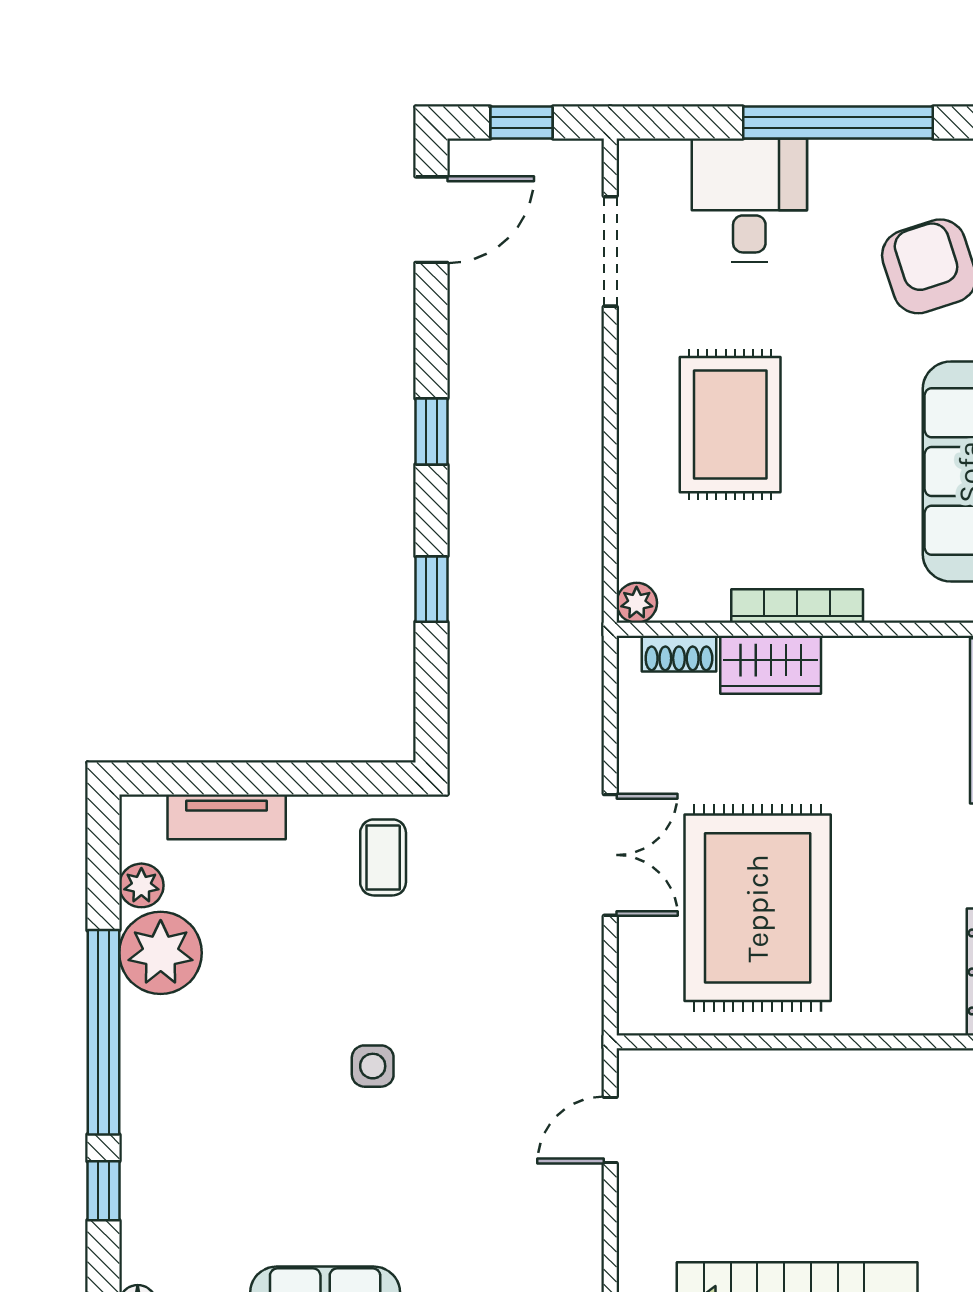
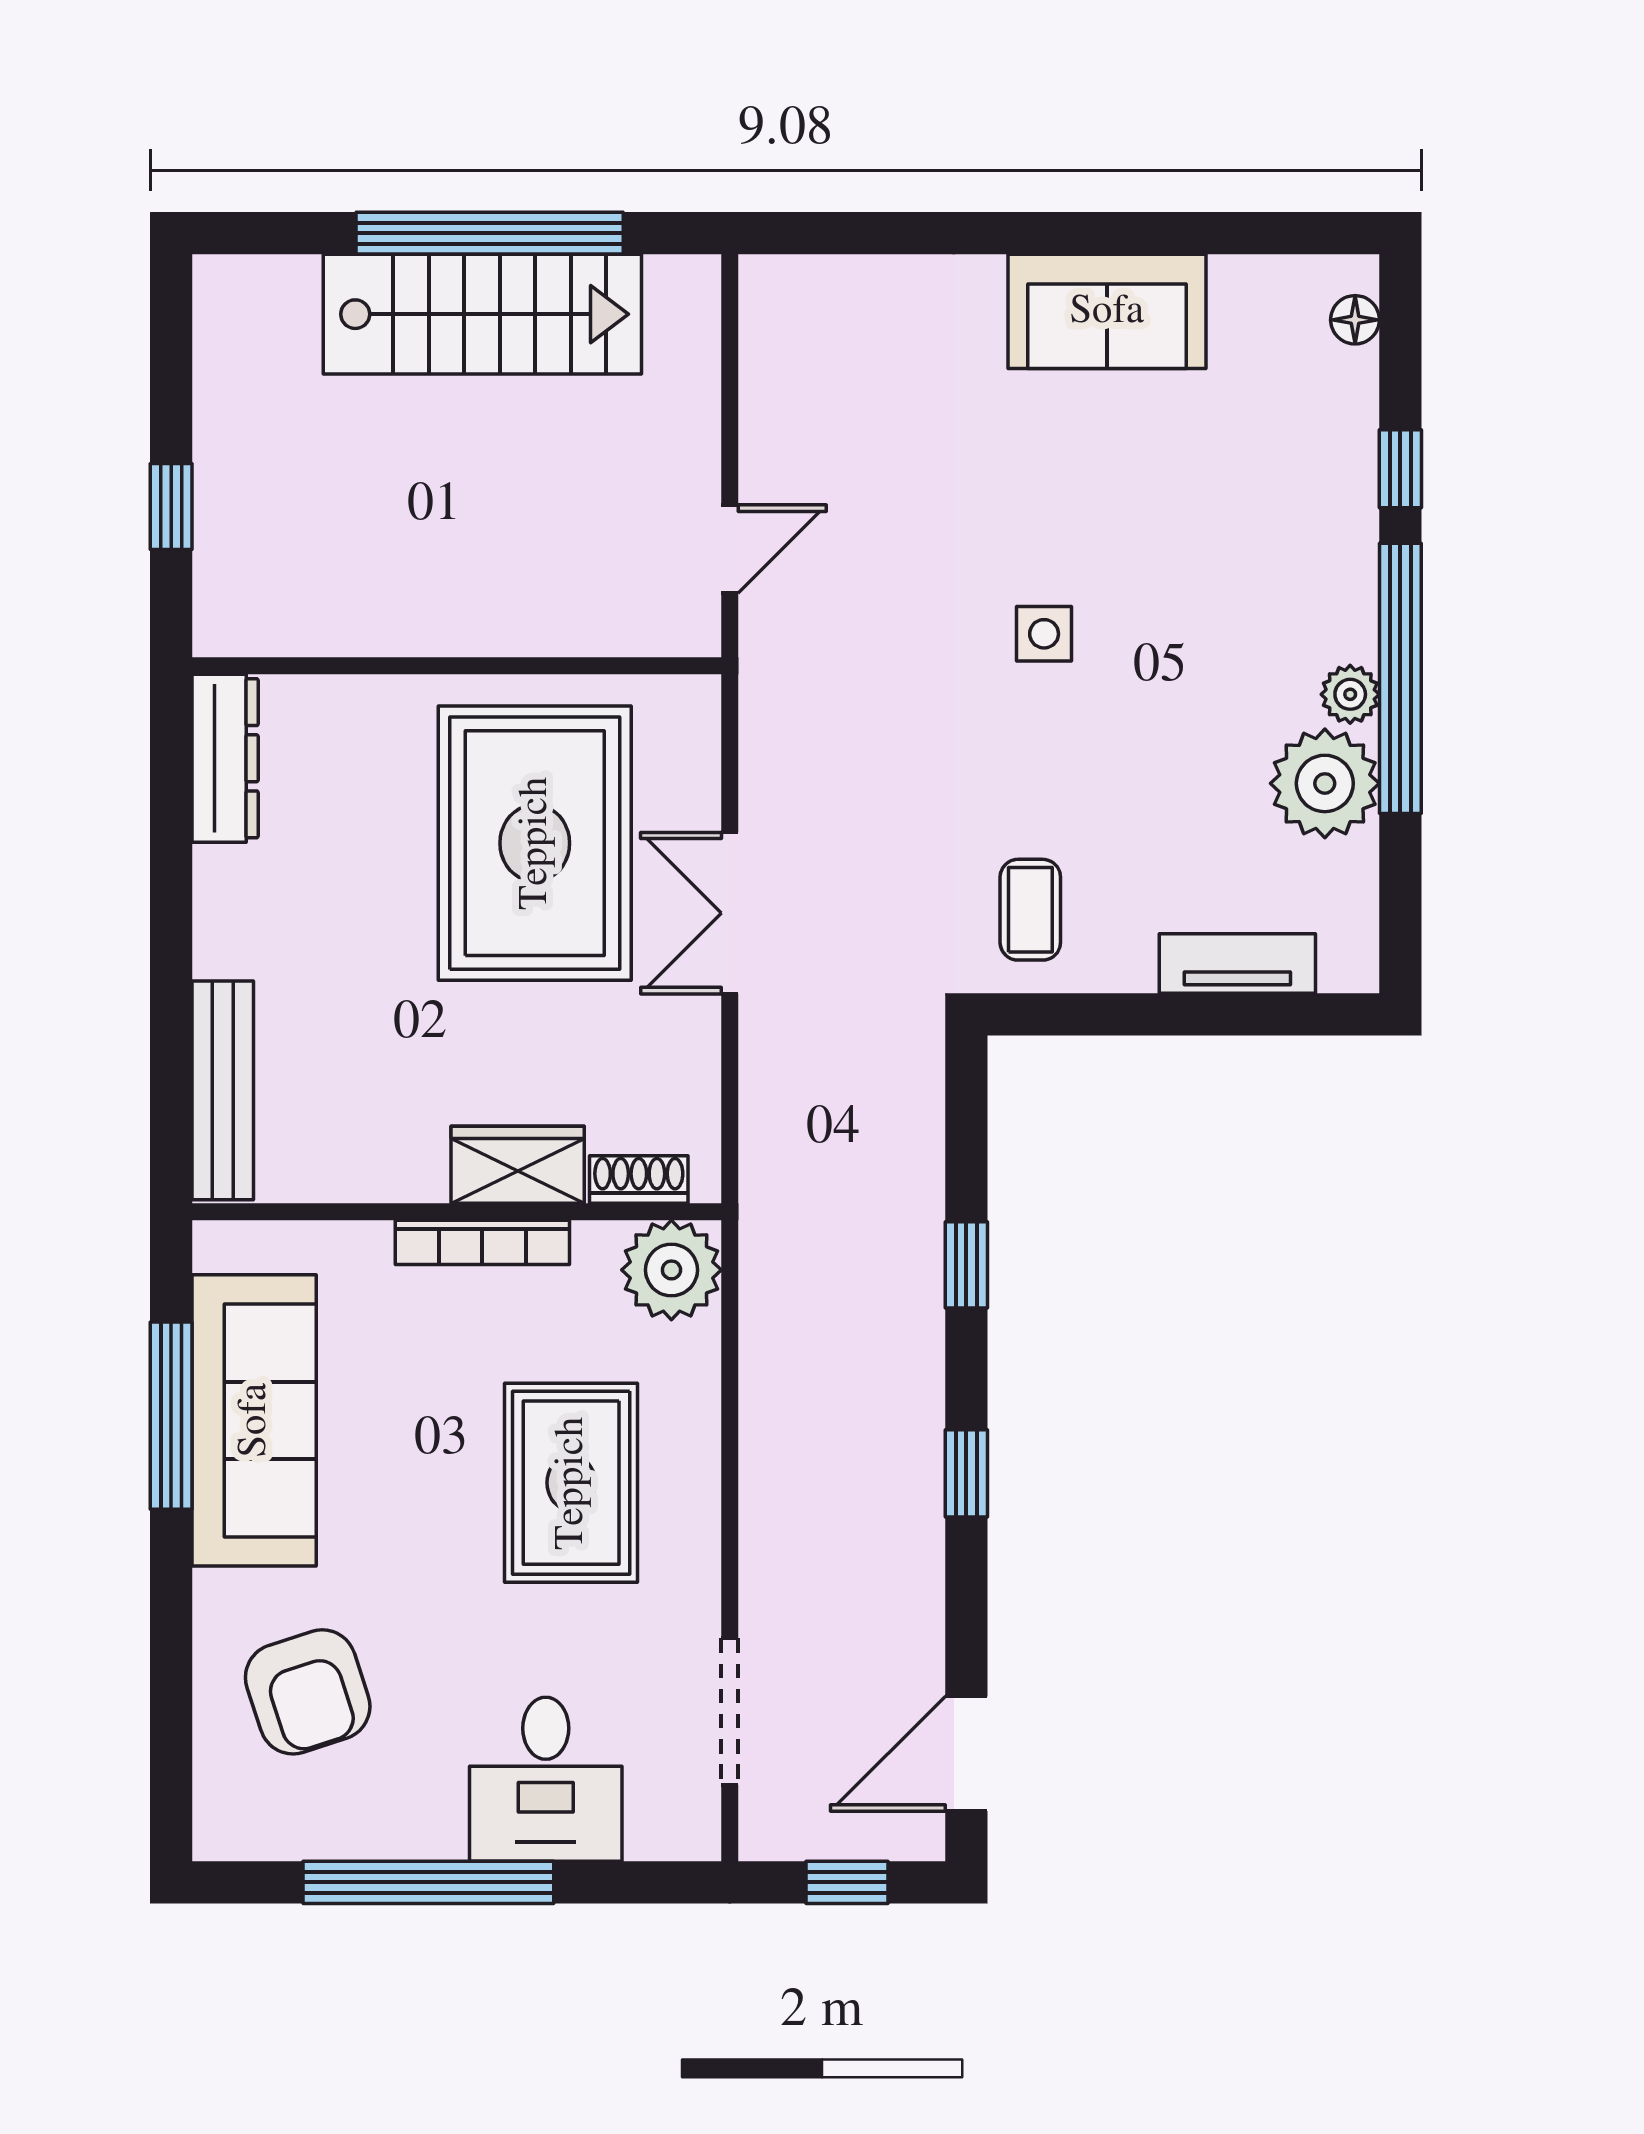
plant: (637, 603) -> (671, 1270), width x1.88, depth x1.88
plant: (141, 885) -> (1350, 694), moved

